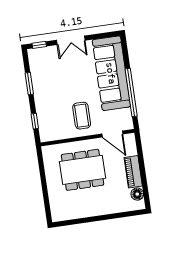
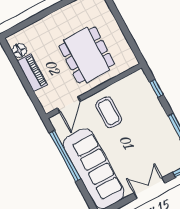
door: (112, 134) -> (69, 104), swing flipped
dining table: (83, 170) -> (87, 55), turned 90

